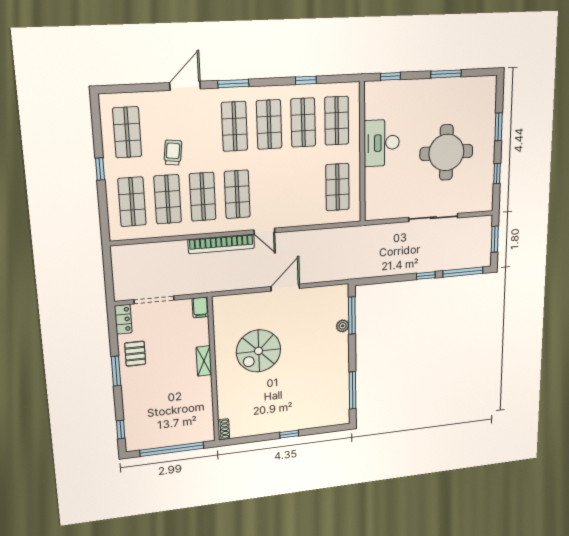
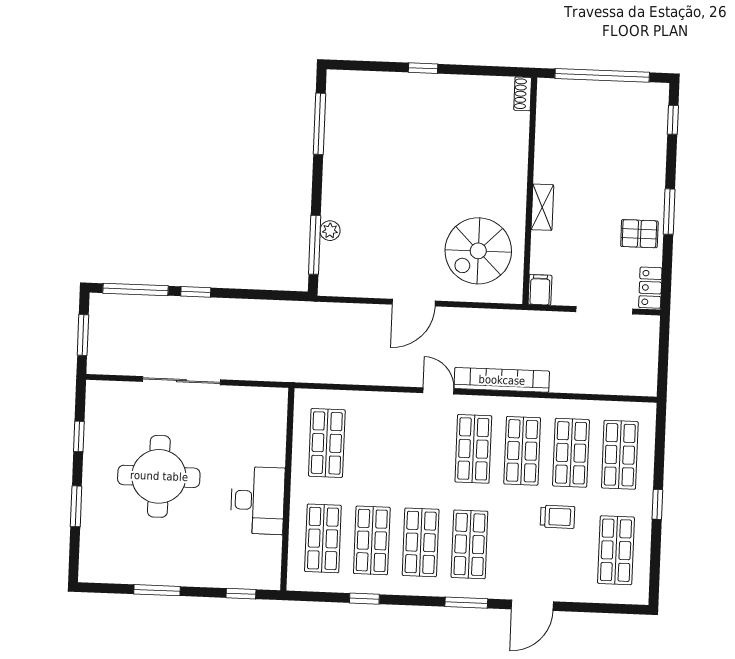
trolley: (173, 153) -> (557, 517), turned -97
spiral stairs: (259, 351) -> (478, 251), moved, turned 180
pallet: (135, 354) -> (639, 234), turned 90

